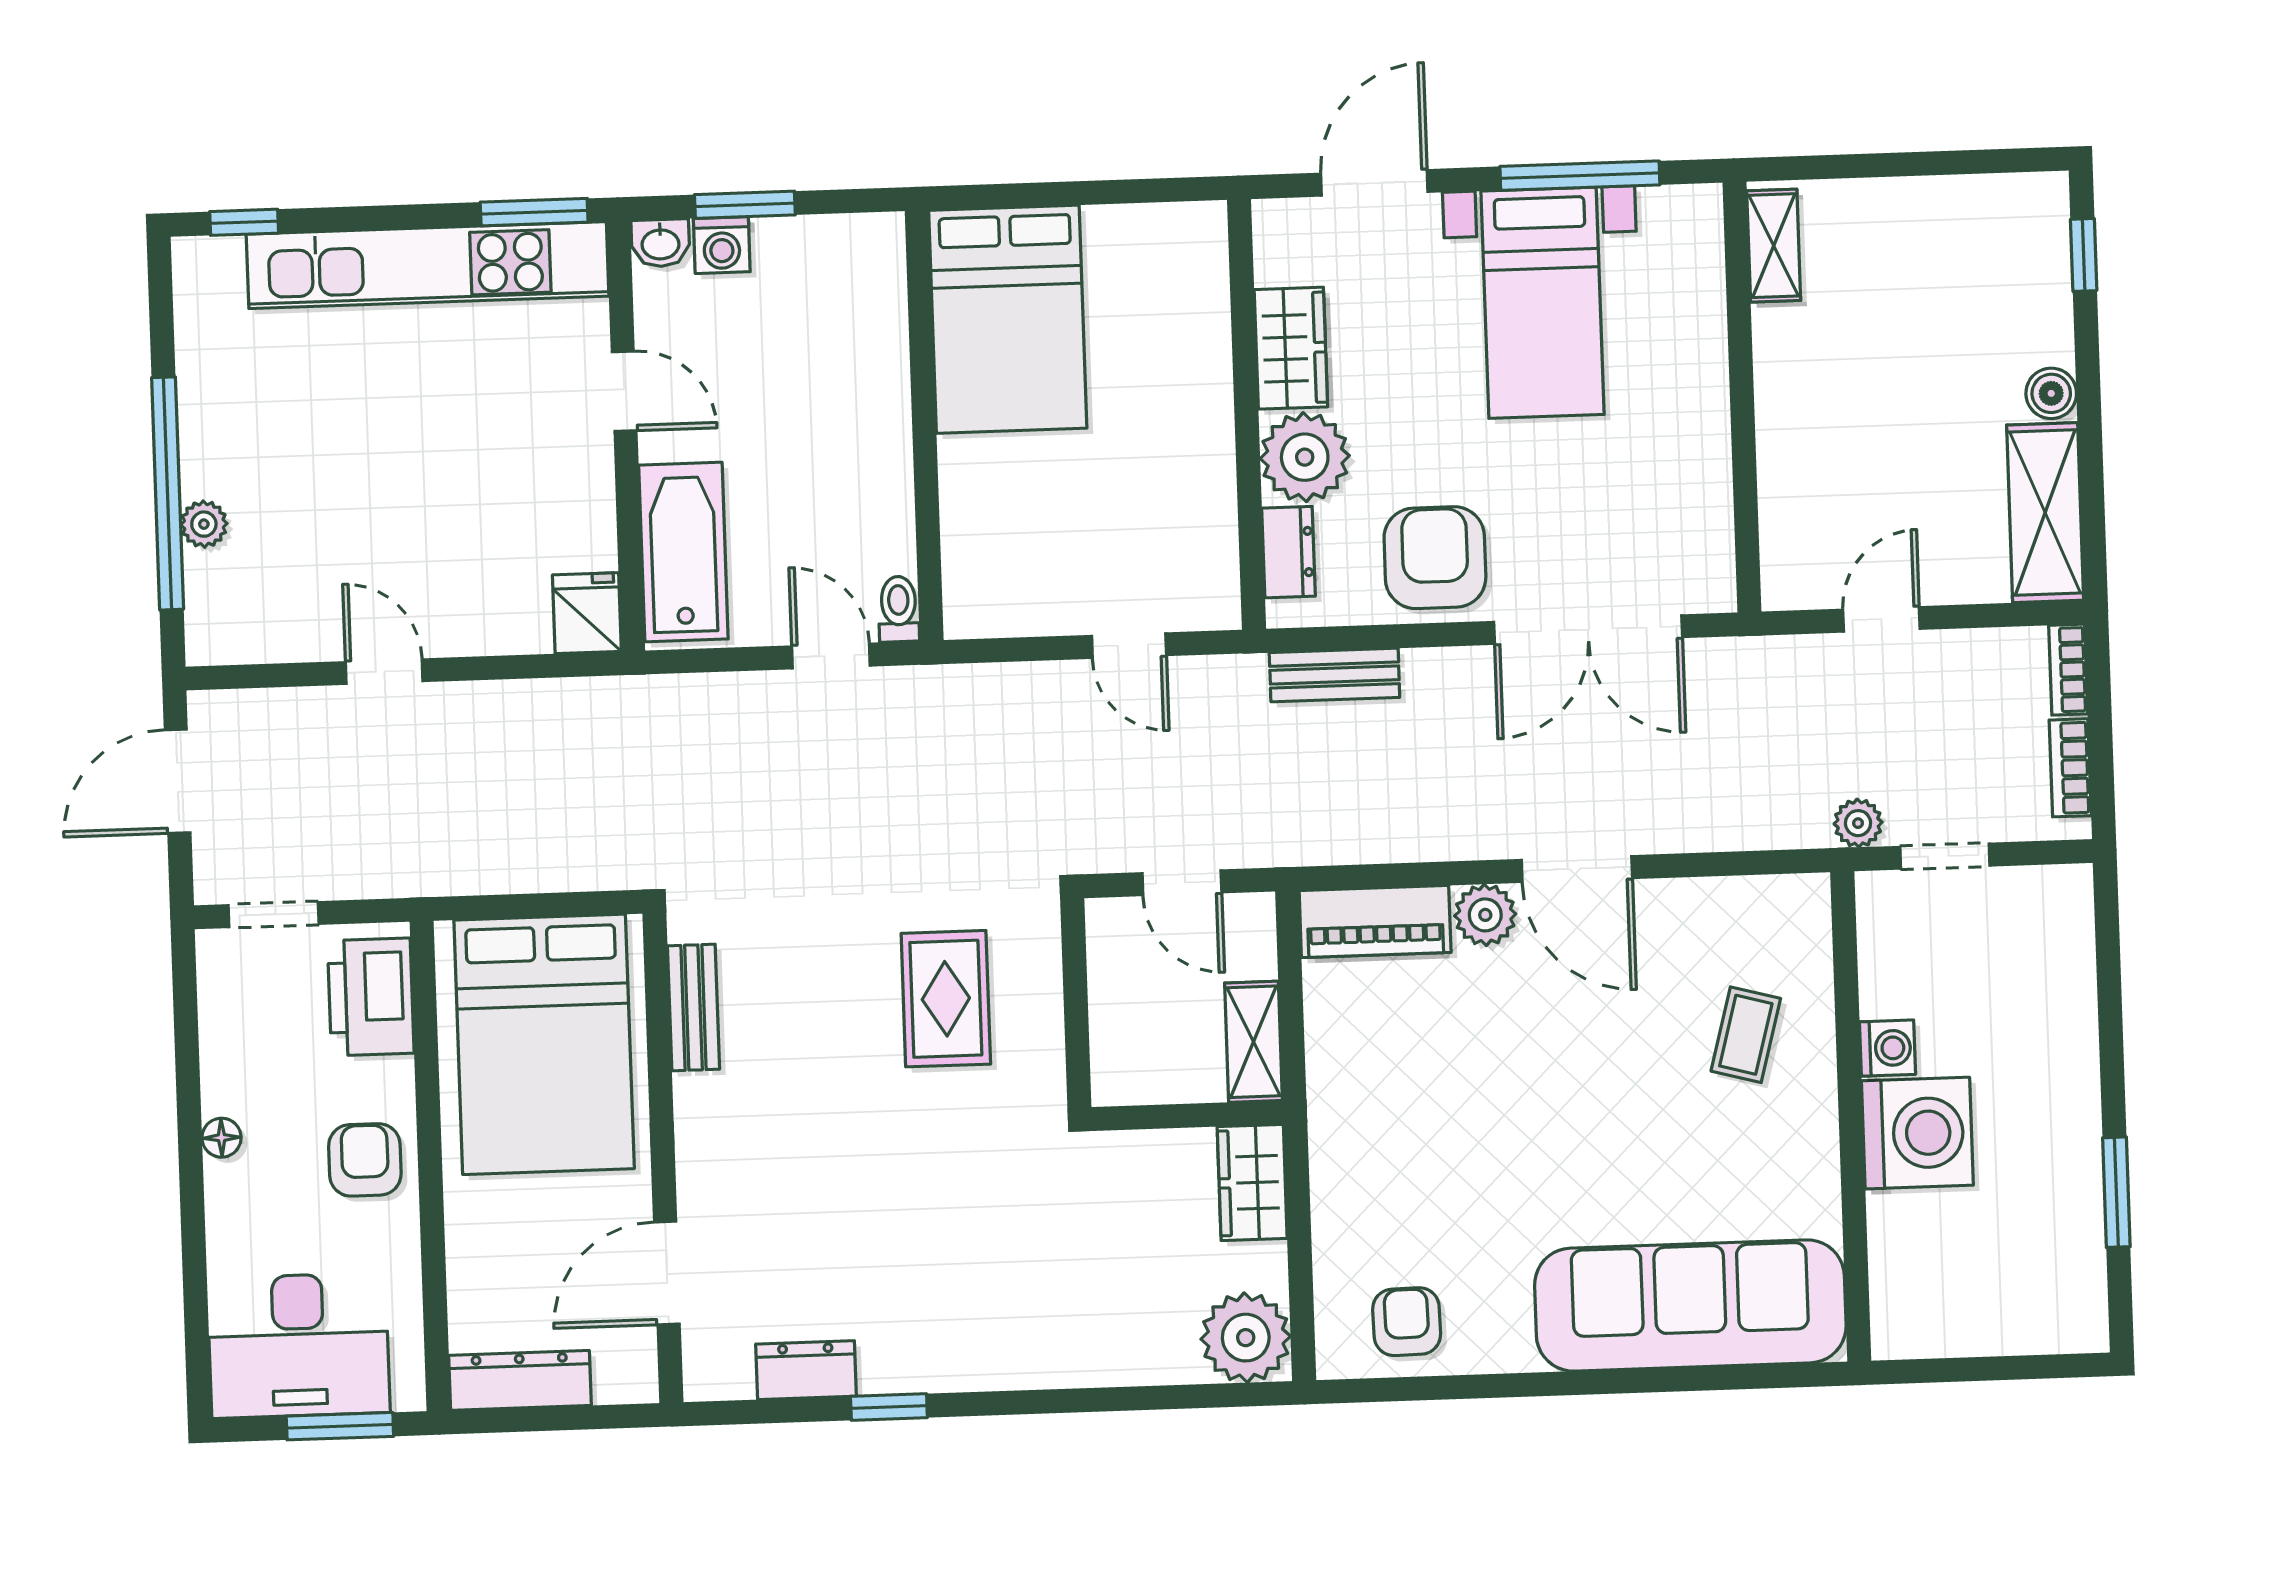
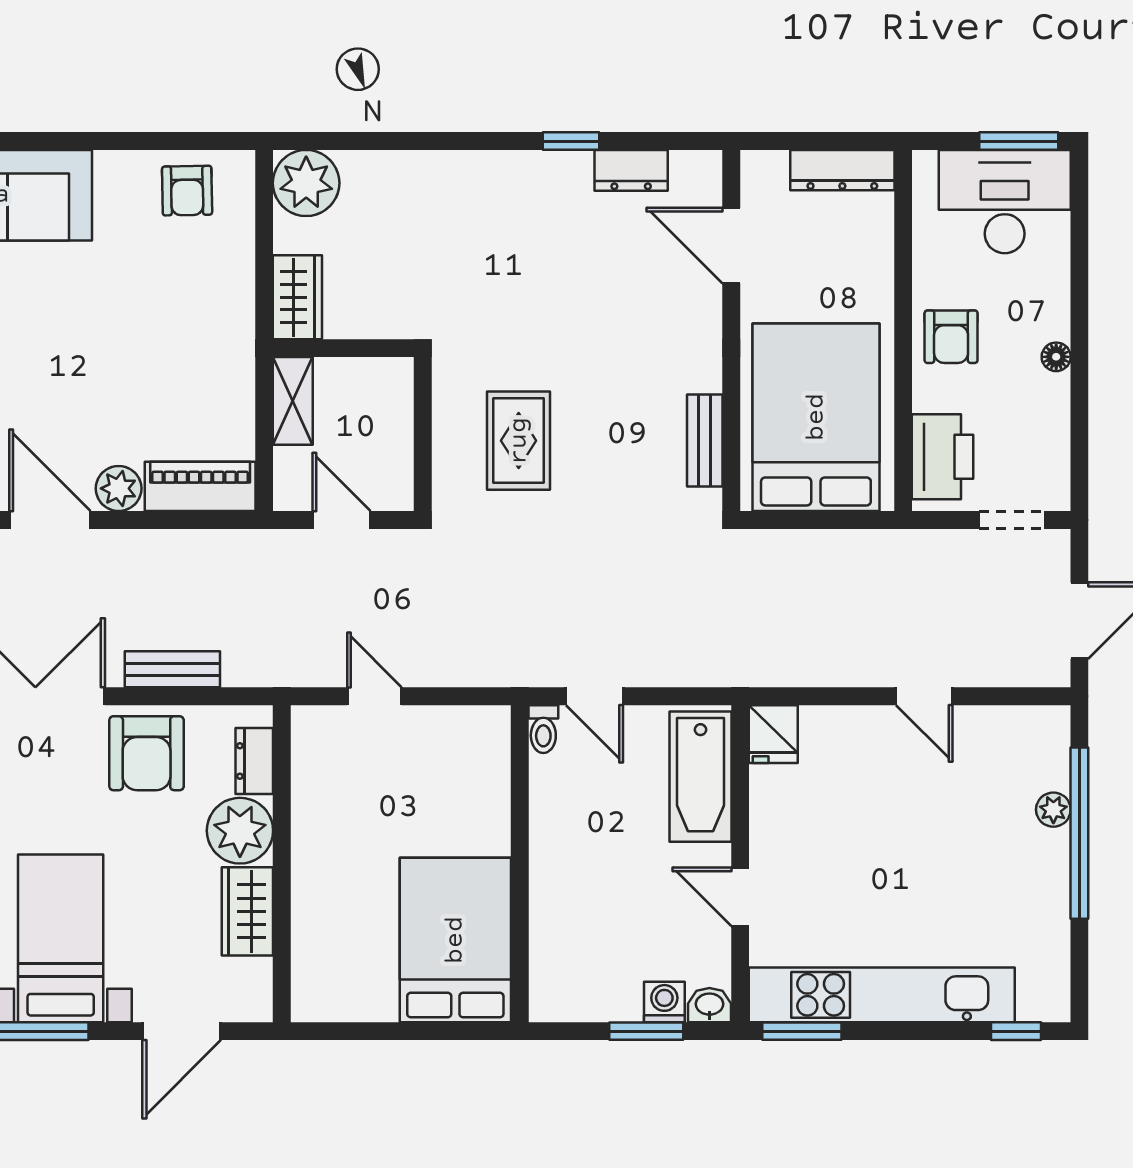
bench: (1334, 675) -> (172, 669), moved
door: (667, 1273) -> (731, 246), swing flipped
window: (340, 1426) -> (1019, 141), moved

